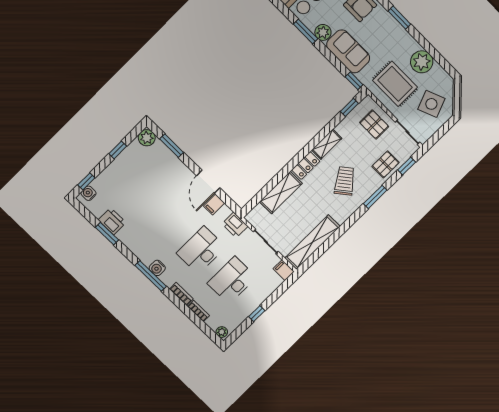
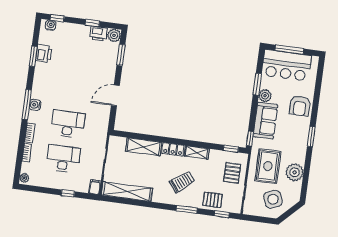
filing cabinet: (214, 205) -> (104, 110), removed
printer: (235, 225) -> (98, 34), moved, turned -90
window: (257, 314) -> (68, 193), moved

